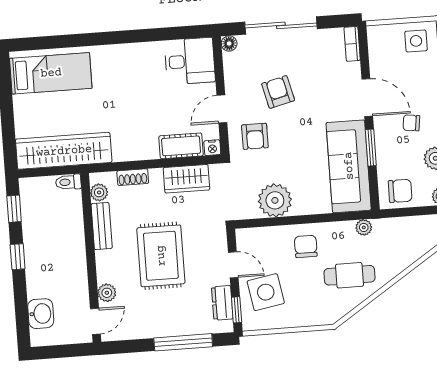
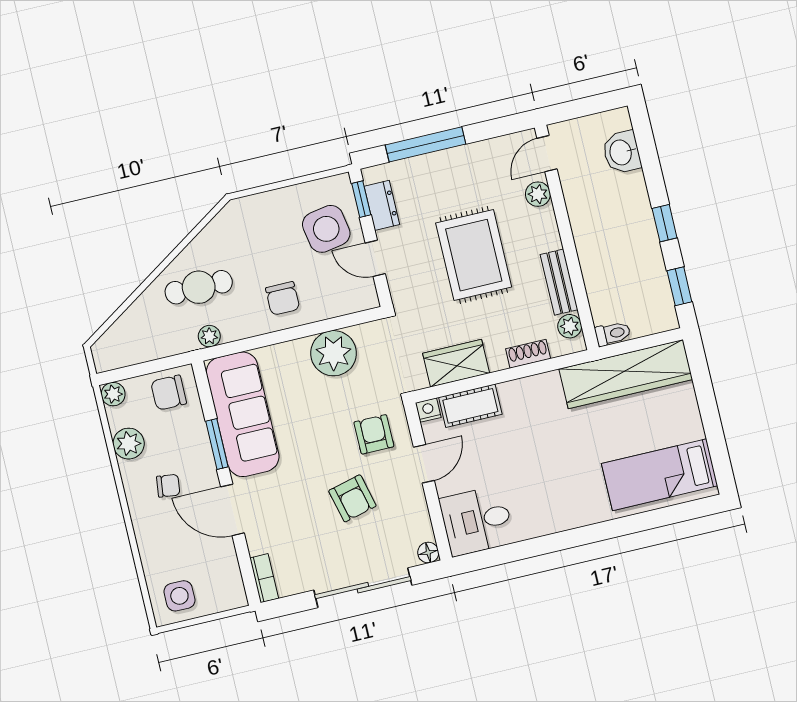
cafe table: (350, 275) -> (199, 287), moved

